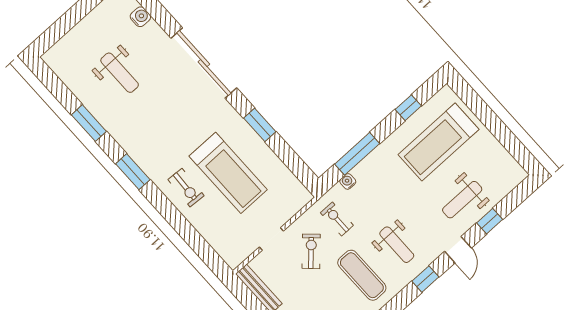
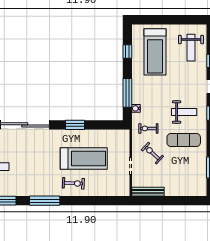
window: (133, 172) -> (45, 201), width x1.44
weight bench: (462, 200) -> (191, 48), moved

